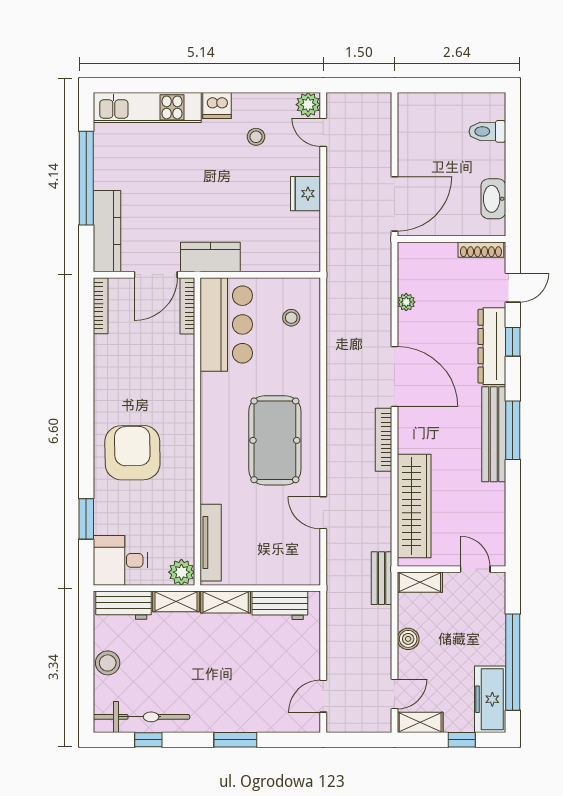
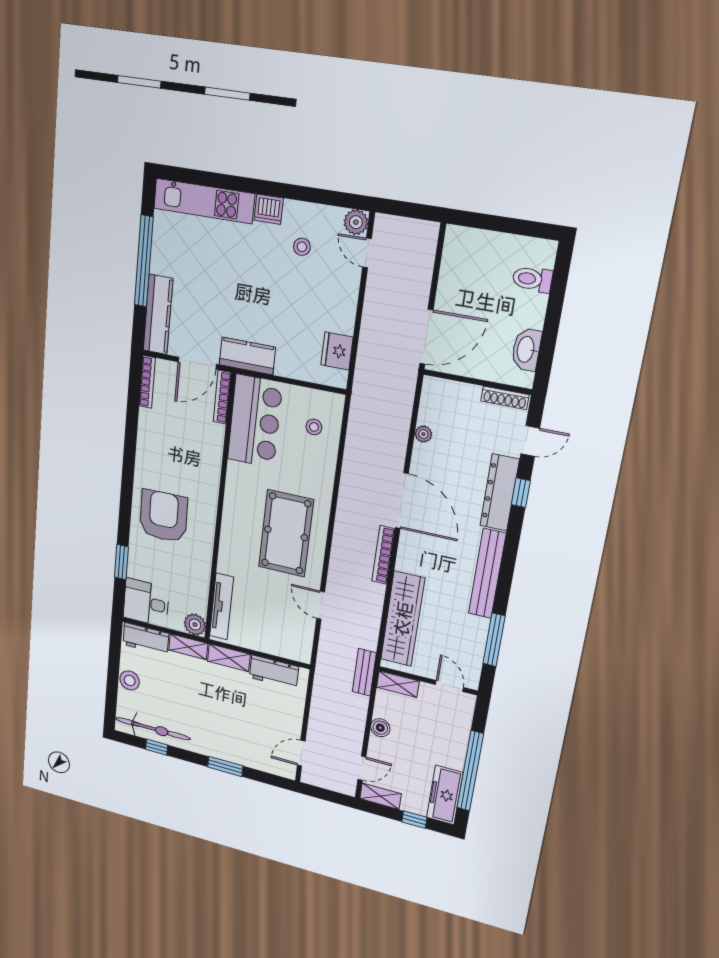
fridge: (305, 194) -> (337, 351), moved
window: (513, 430) -> (494, 640), moved

